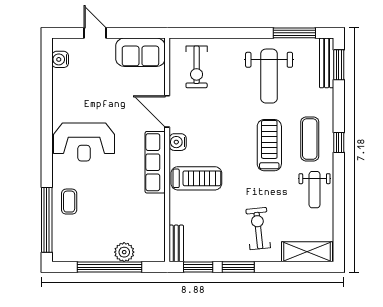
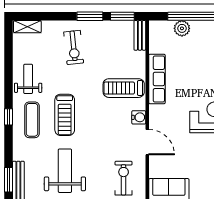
row of seats: (155, 162) -> (157, 79), moved
shelving: (307, 252) -> (27, 27), width x0.67, depth x0.75

